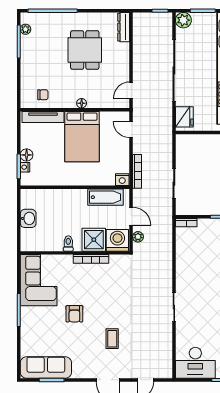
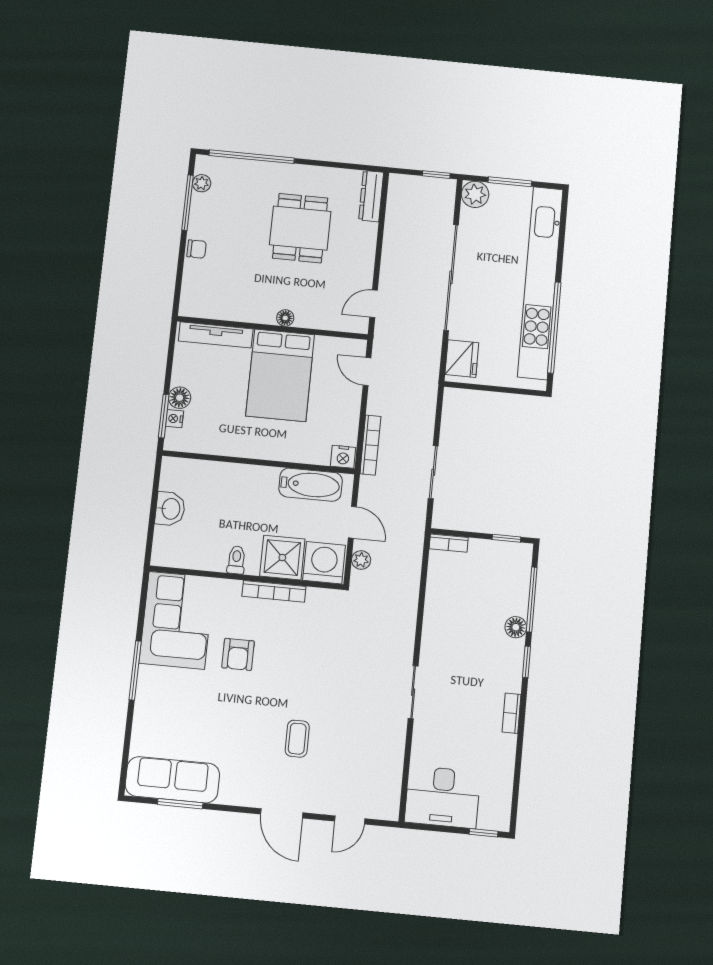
chair: (43, 95) -> (197, 249), moved
armchair: (74, 314) -> (238, 654), moved

